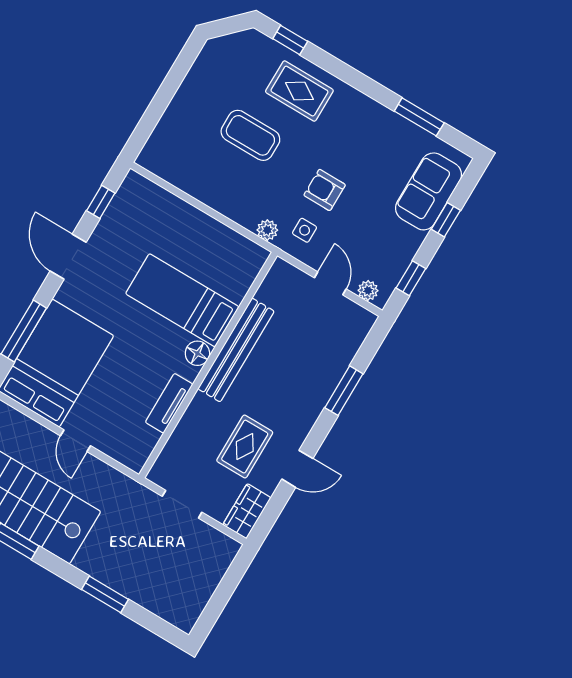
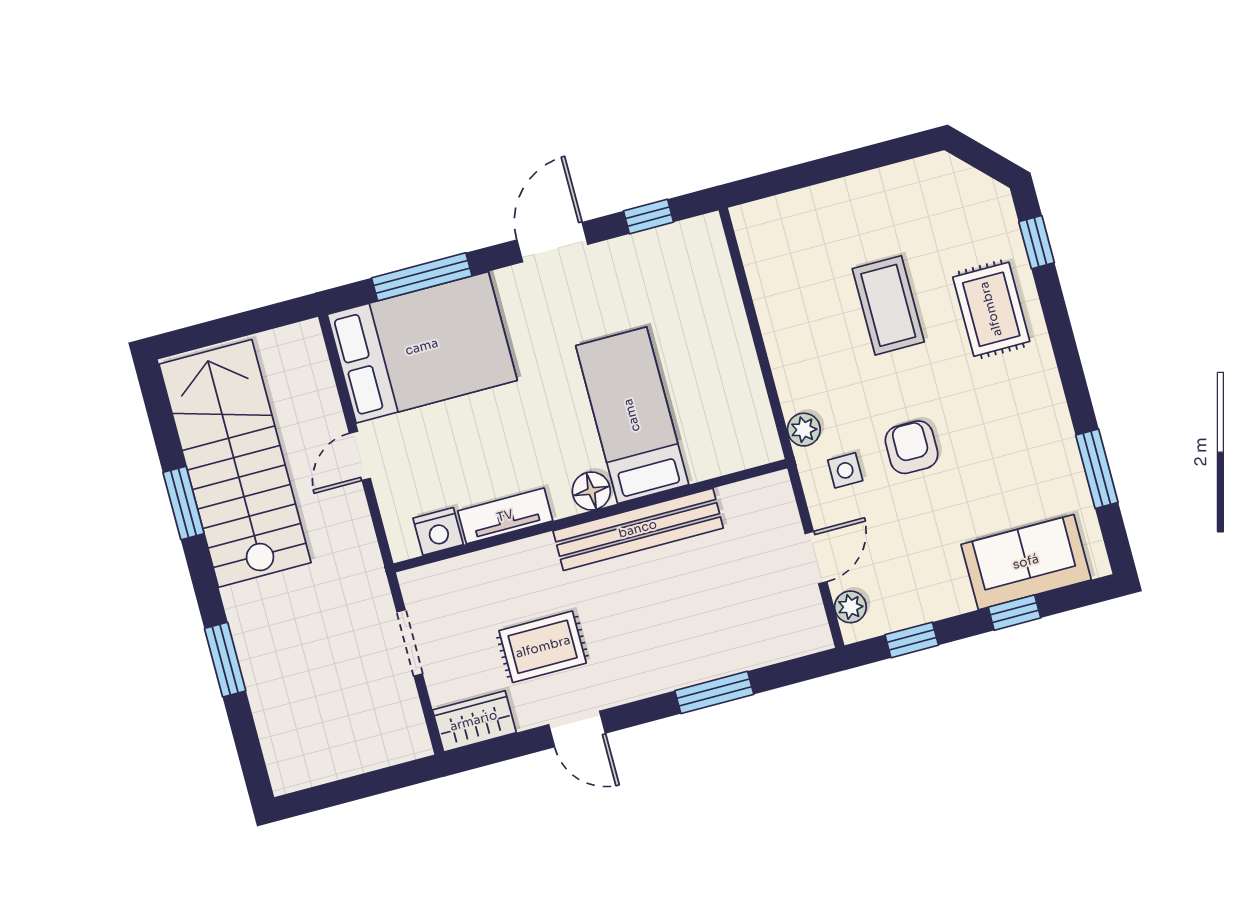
nightstand: (145, 440) -> (438, 531), added

